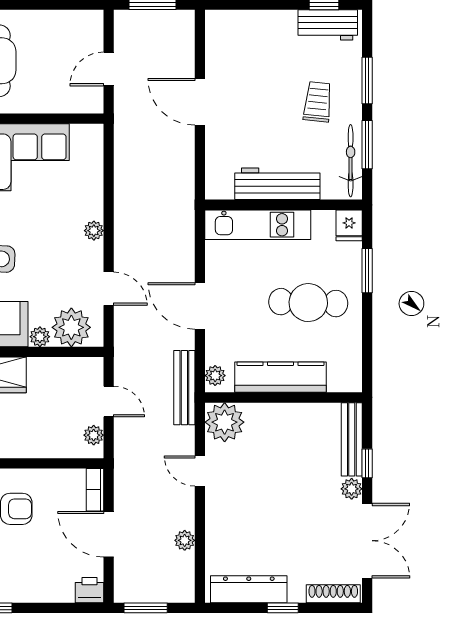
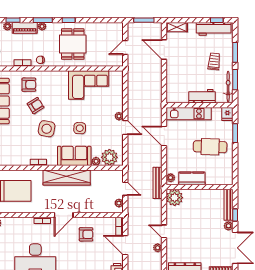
shelving: (230, 21) -> (177, 27), added
workbench: (328, 25) -> (214, 29), width x1.38
door: (200, 102) -> (164, 50), moved
workbench: (277, 184) -> (202, 96), width x0.73
door: (109, 289) -> (125, 128), moved
door: (200, 306) -> (164, 136), moved
kitchen counter: (280, 377) -> (192, 178), width x0.67
door: (200, 471) -> (164, 231), moved

